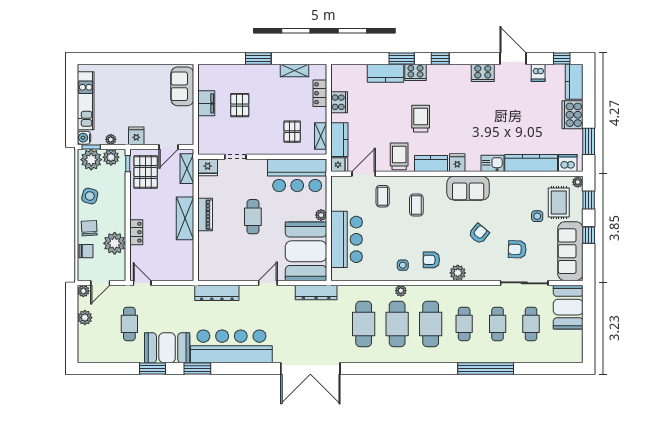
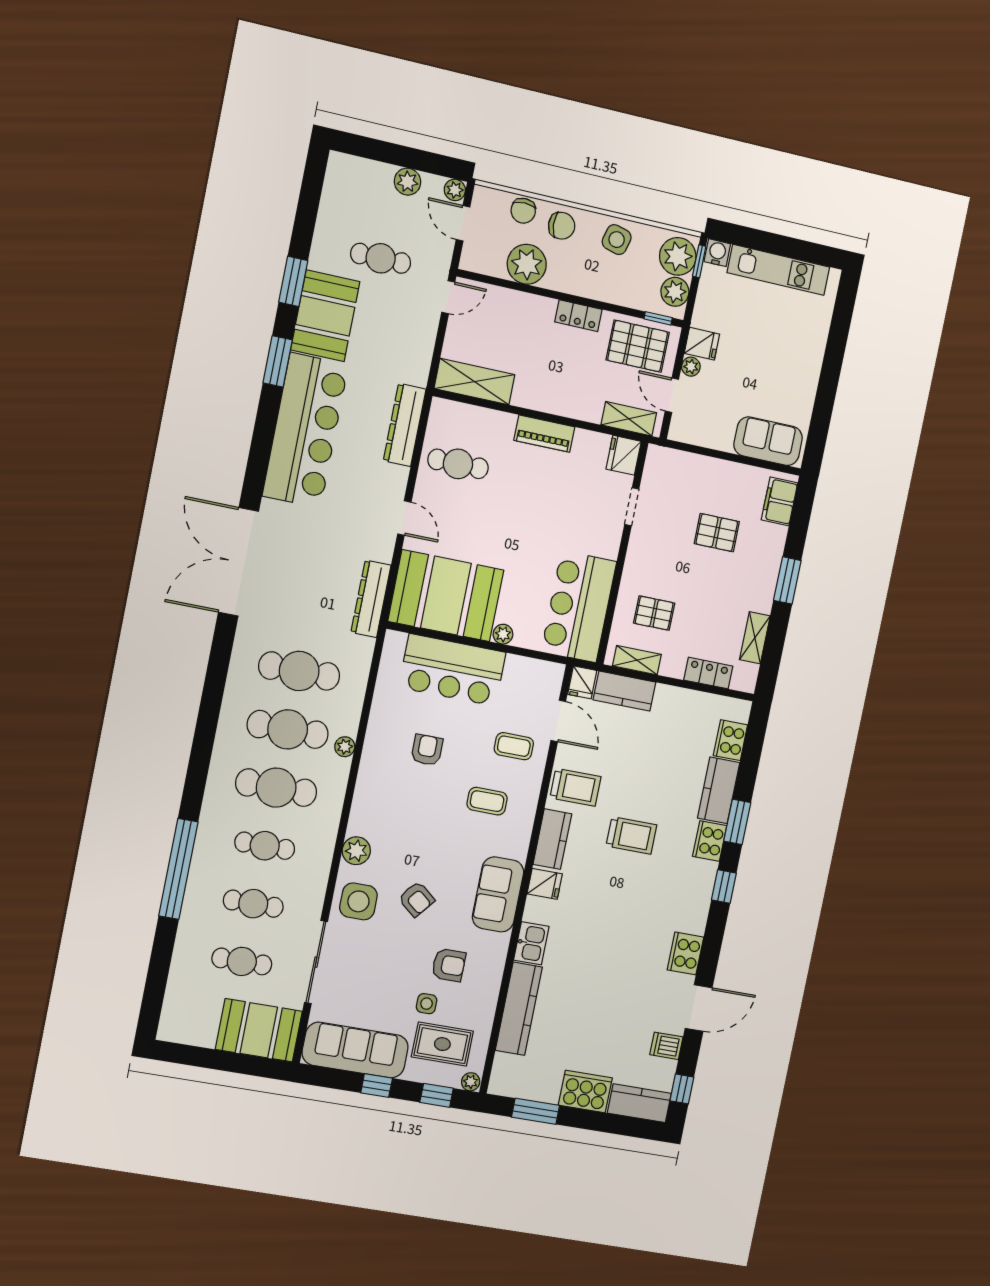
cooker: (339, 102) -> (730, 740), moved, turned 90
filing cabinet: (206, 103) -> (780, 501), moved, turned 90
plant: (111, 139) -> (691, 367), moved
dishwasher: (568, 163) -> (506, 1070), removed
cafe table: (253, 217) -> (458, 464), moved
shelving: (185, 218) -> (474, 382), moved
locker: (136, 232) -> (578, 316), moved
armchair: (517, 249) -> (449, 965), moved, turned 88
armchair: (431, 260) -> (427, 750), moved
side table: (403, 265) -> (358, 901), moved, width x1.87, depth x1.87

